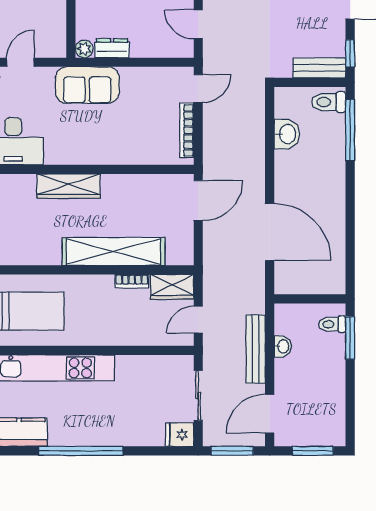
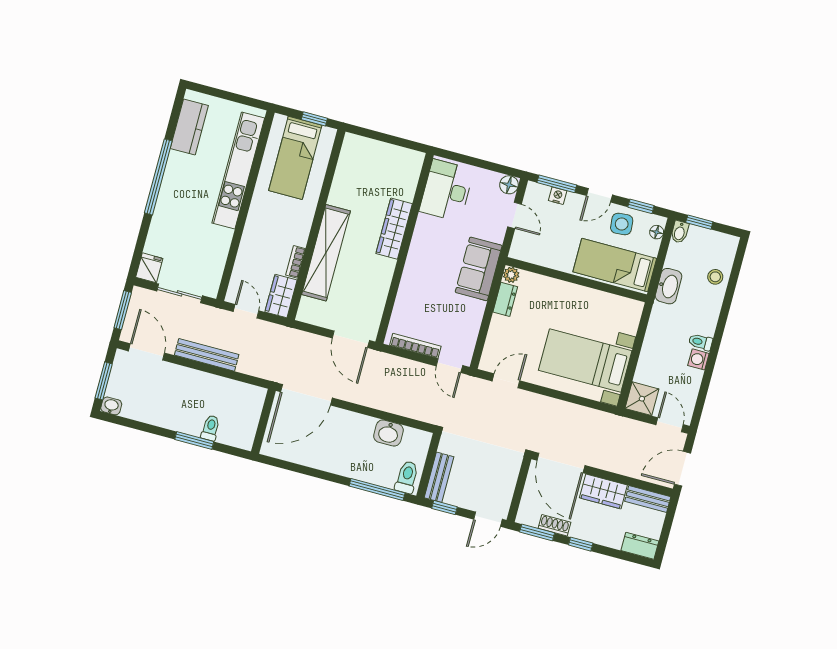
wall: (310, 299) -> (263, 421), moved
washbasin: (283, 346) -> (111, 406), moved, turned 180

